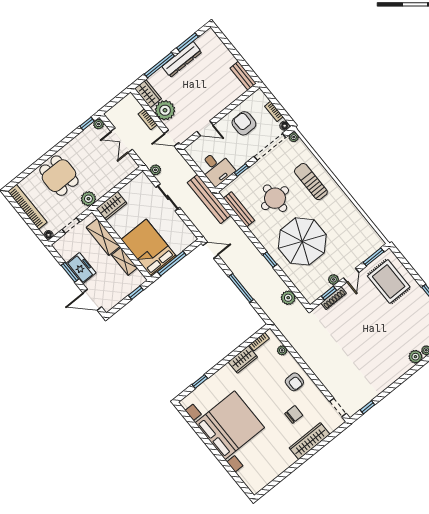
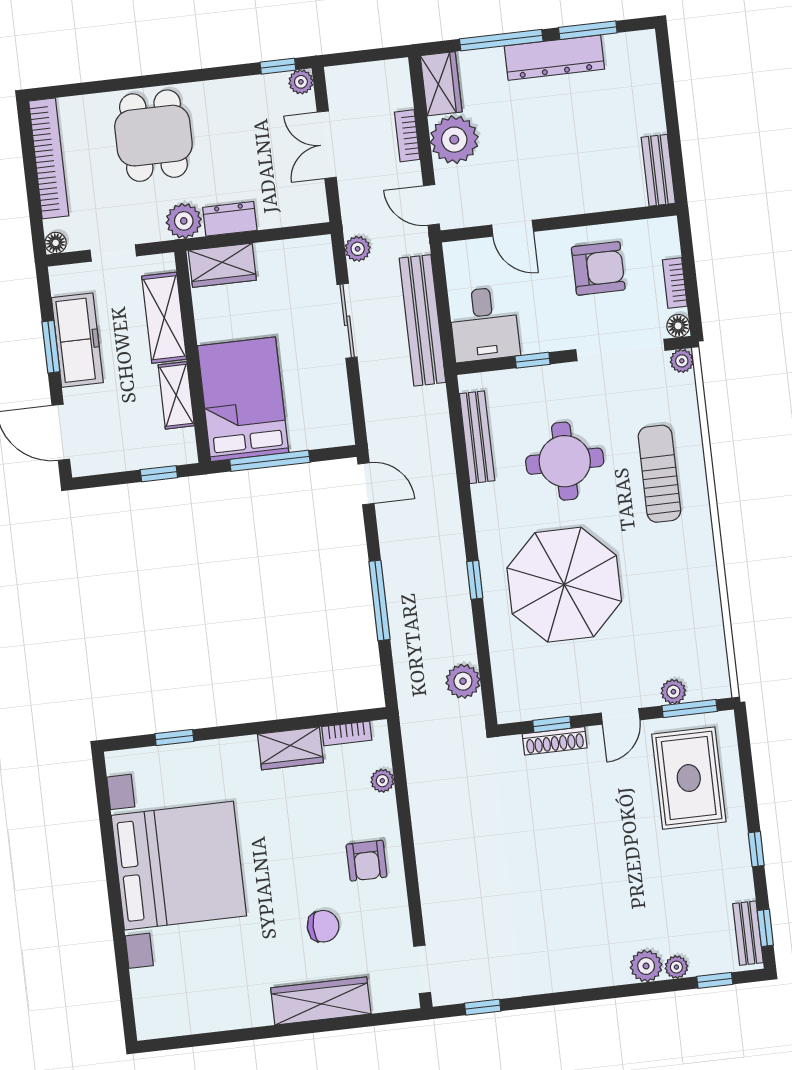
armchair: (244, 123) -> (598, 268), turned 90
dresser: (104, 188) -> (230, 219), added
bench: (209, 199) -> (422, 320), moved
freezer: (81, 268) -> (77, 340), width x1.40
plant: (334, 279) -> (673, 692), moved

